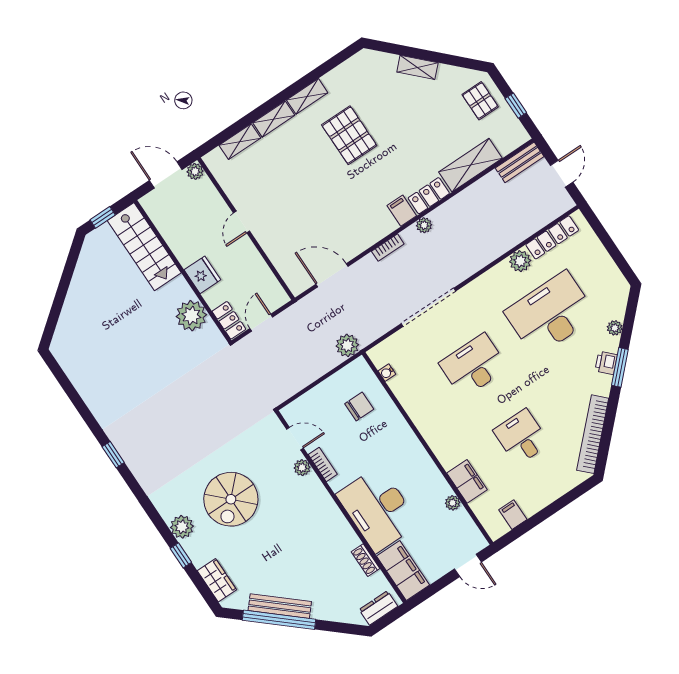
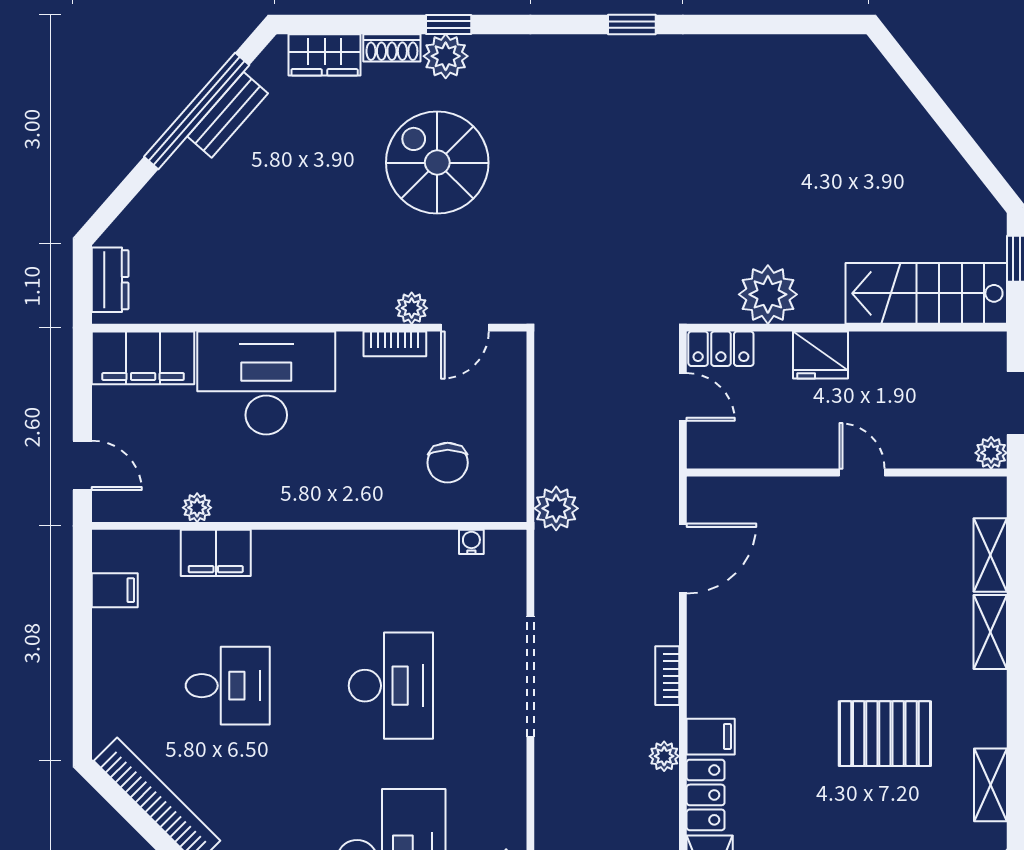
shelving: (307, 96) -> (990, 785), moved
window: (181, 555) -> (449, 25), moved
shoe rack: (365, 560) -> (392, 48), moved, turned 180
door: (468, 565) -> (82, 465), swing flipped
bench: (280, 606) -> (228, 115), width x0.73

